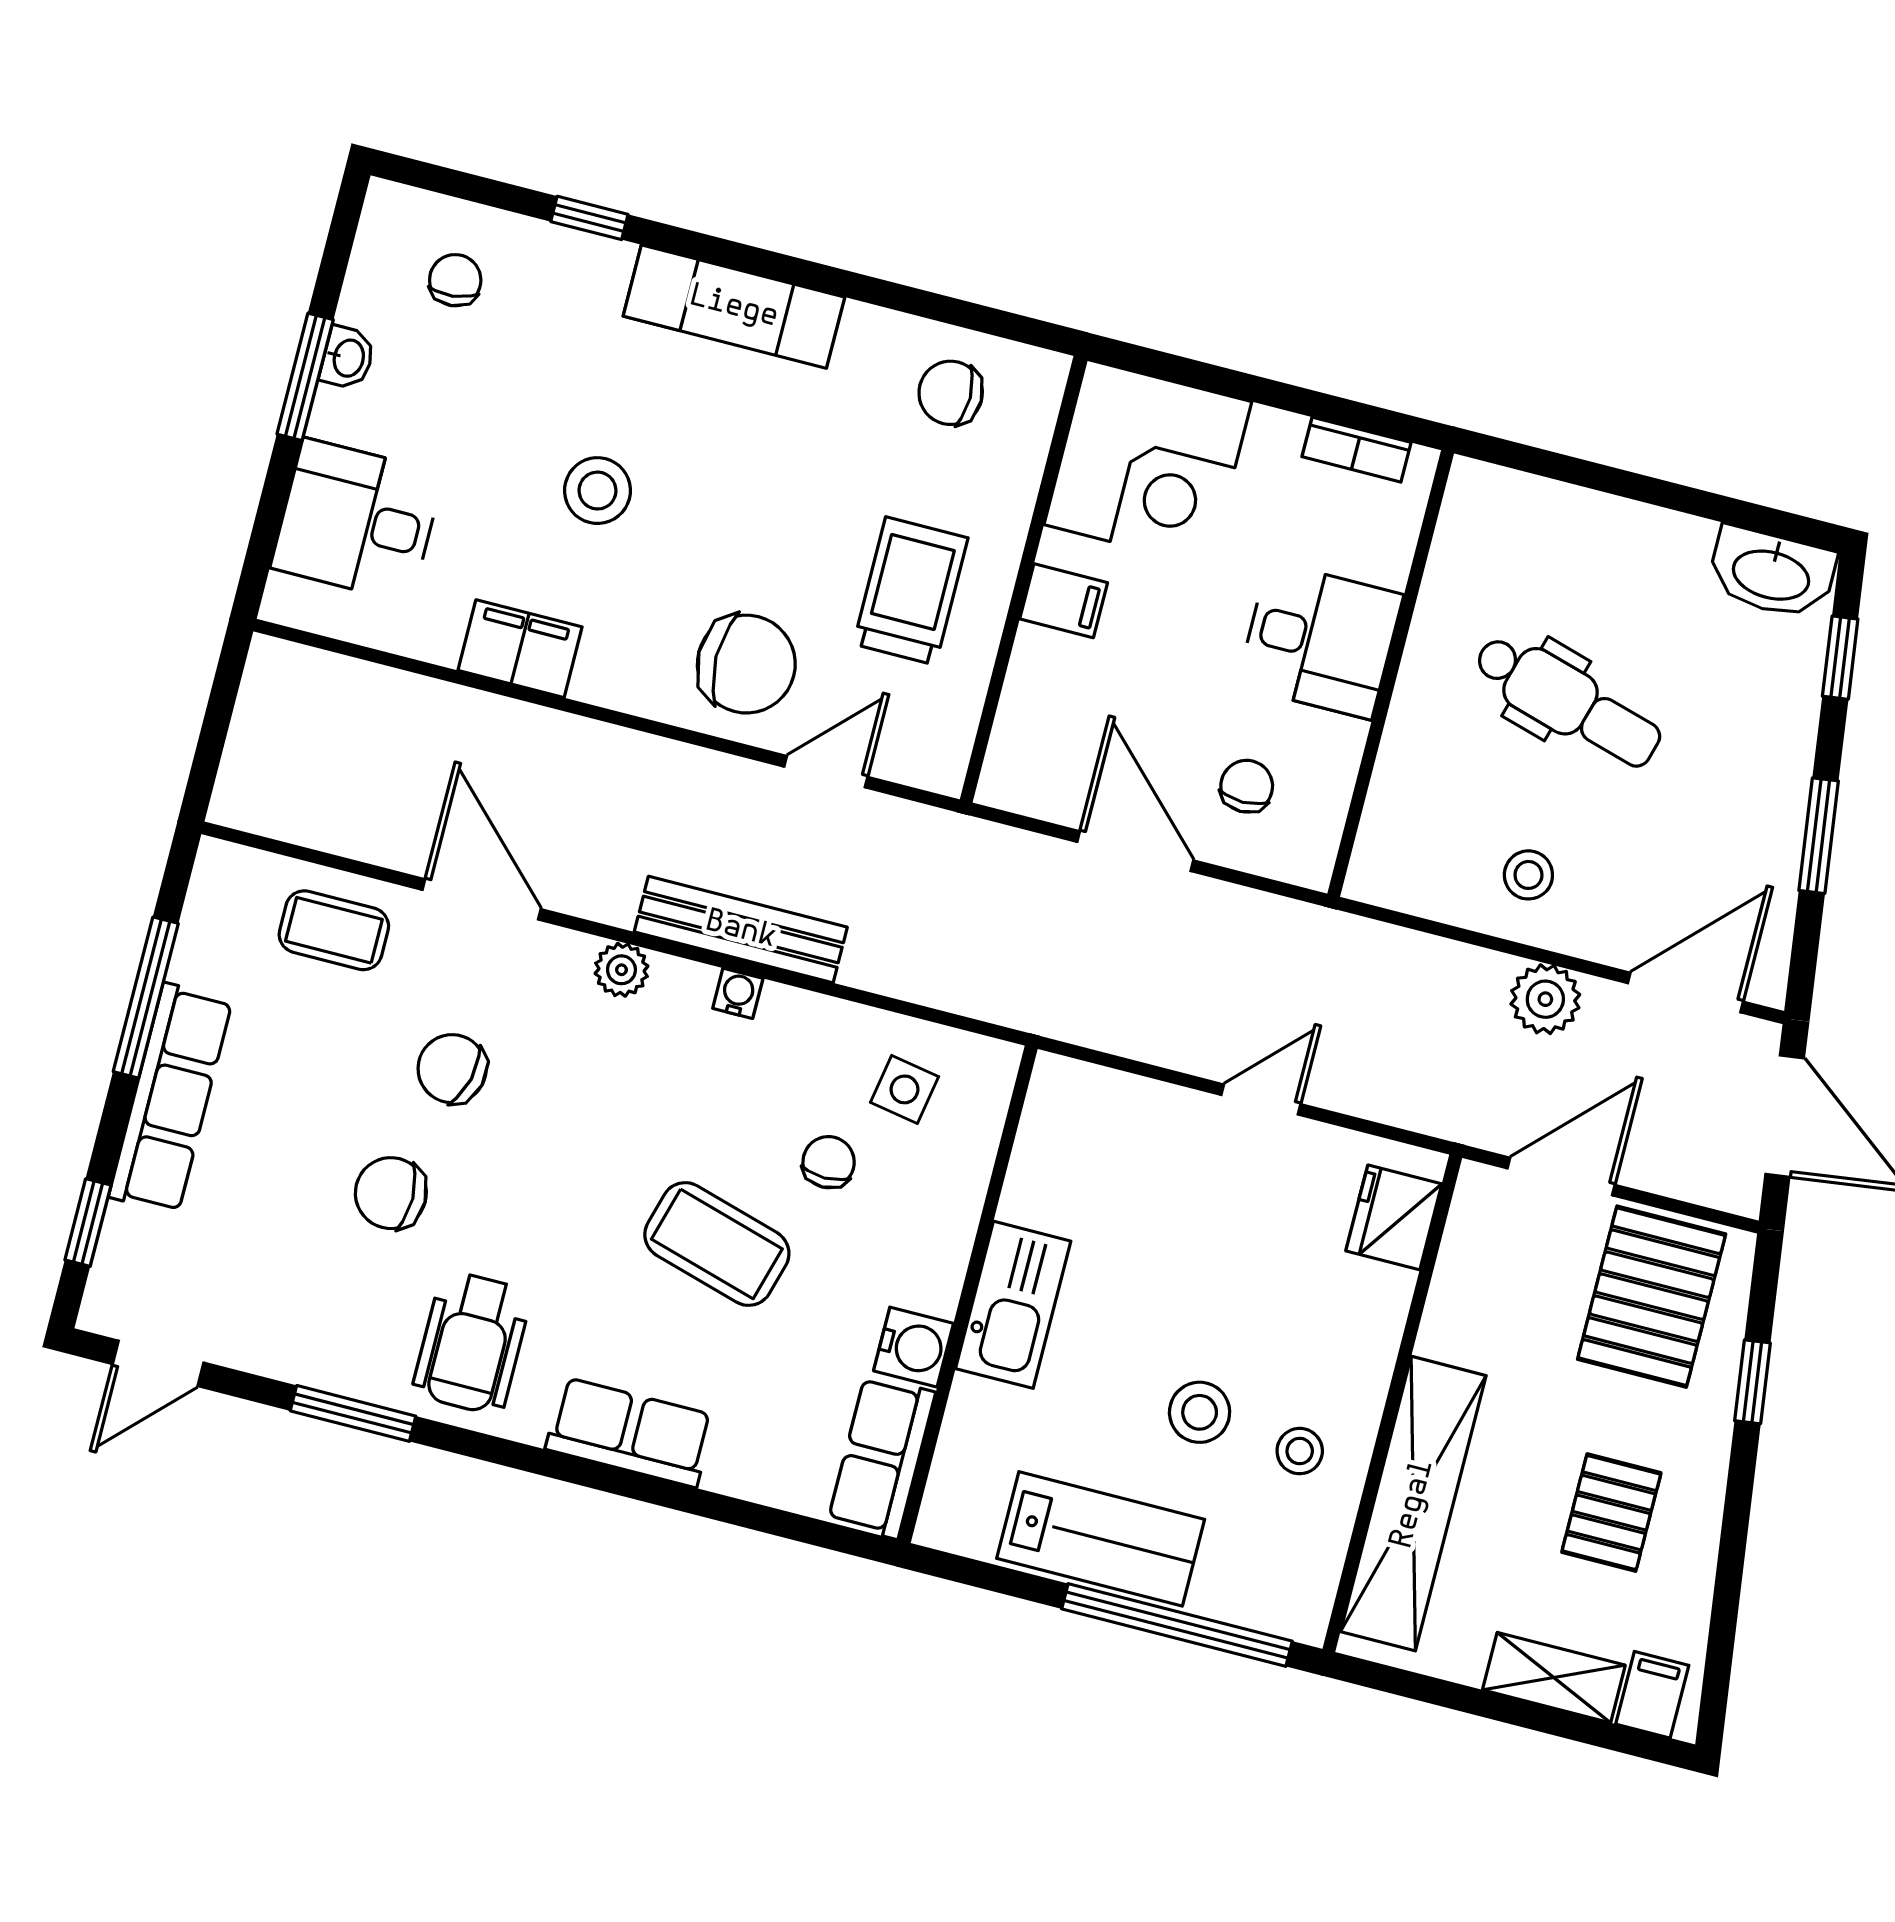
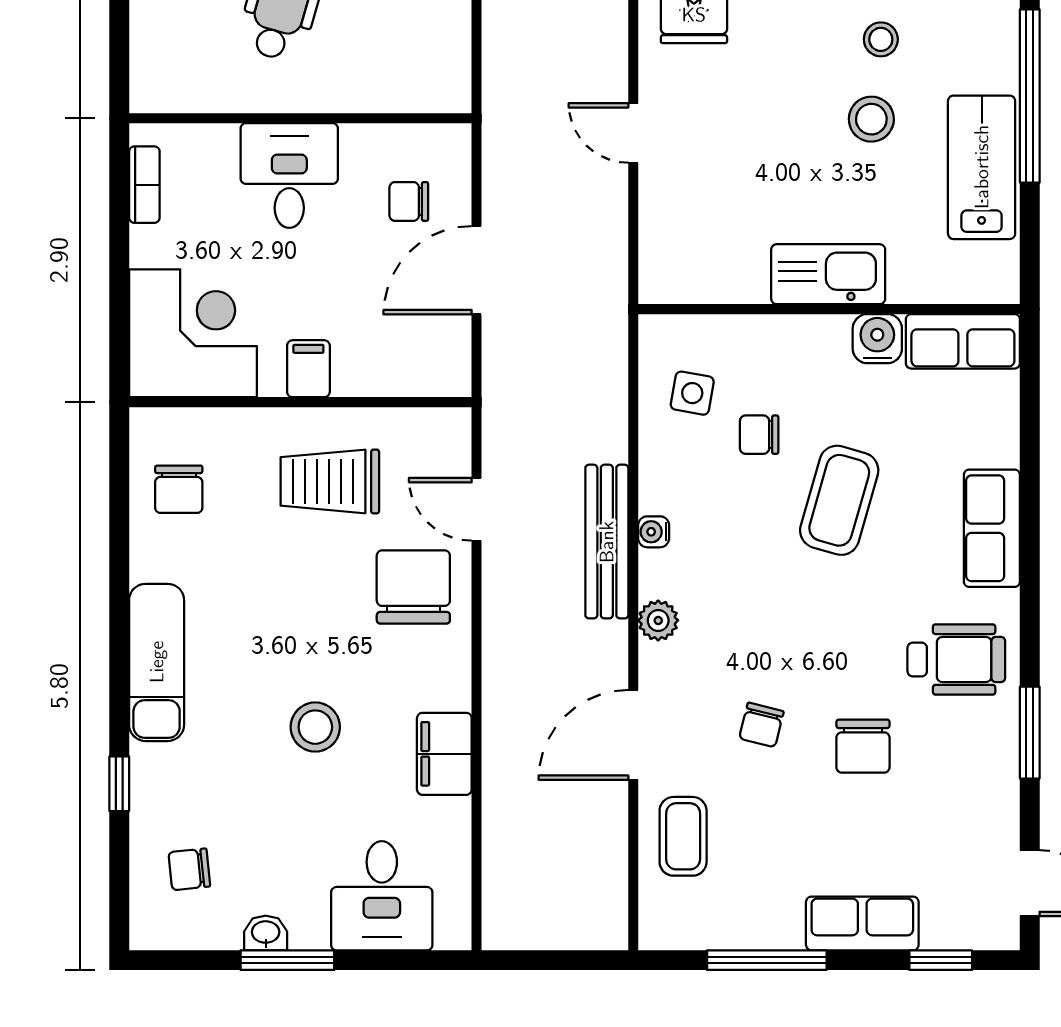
chair: (452, 1069) -> (761, 725), width x0.73, depth x0.73
row of seats: (170, 1098) -> (862, 923), width x0.68

